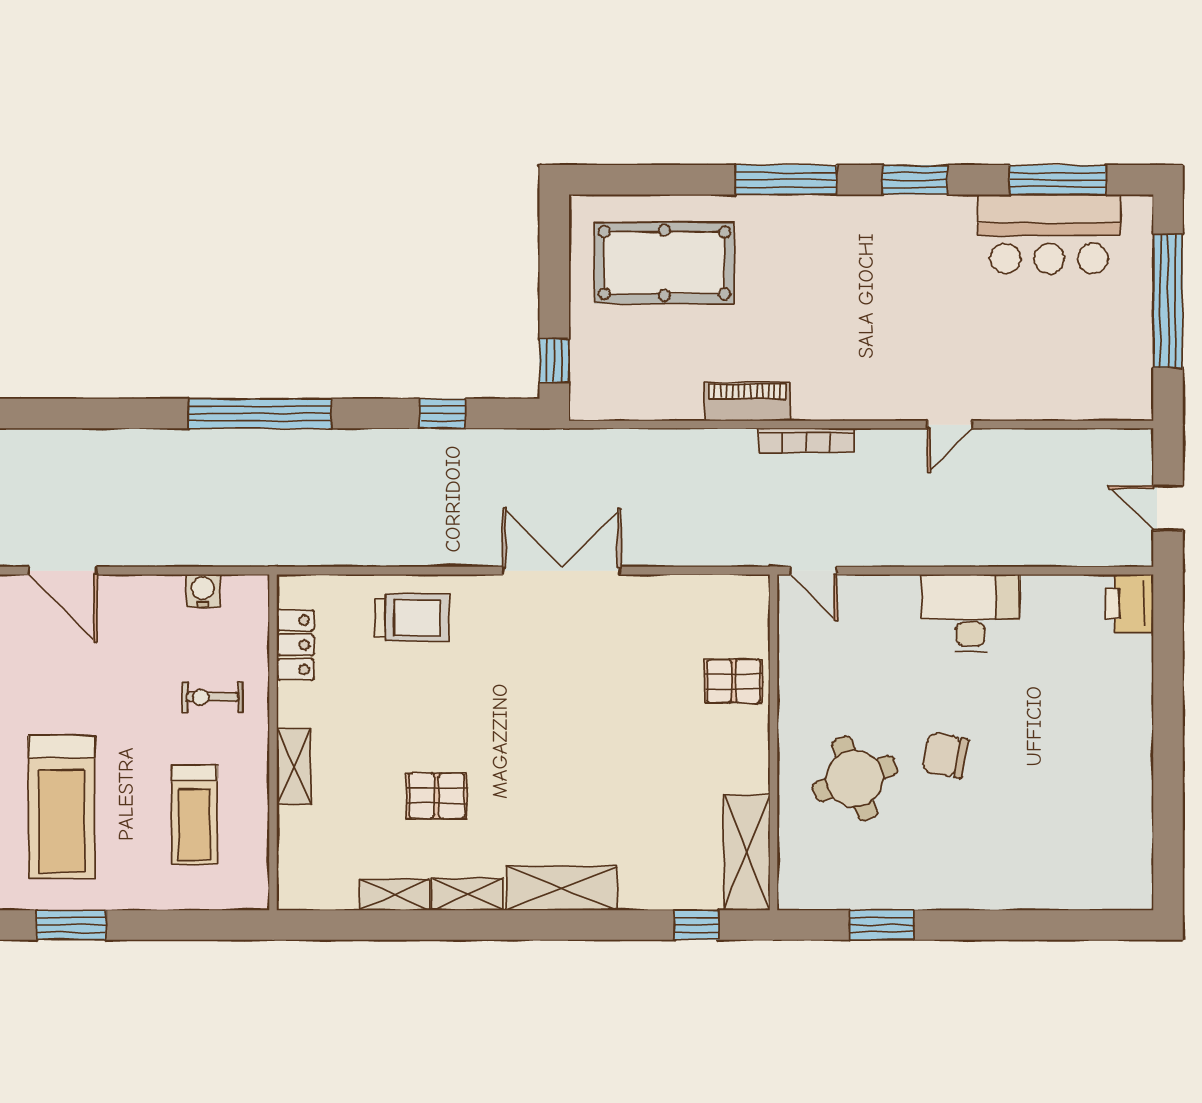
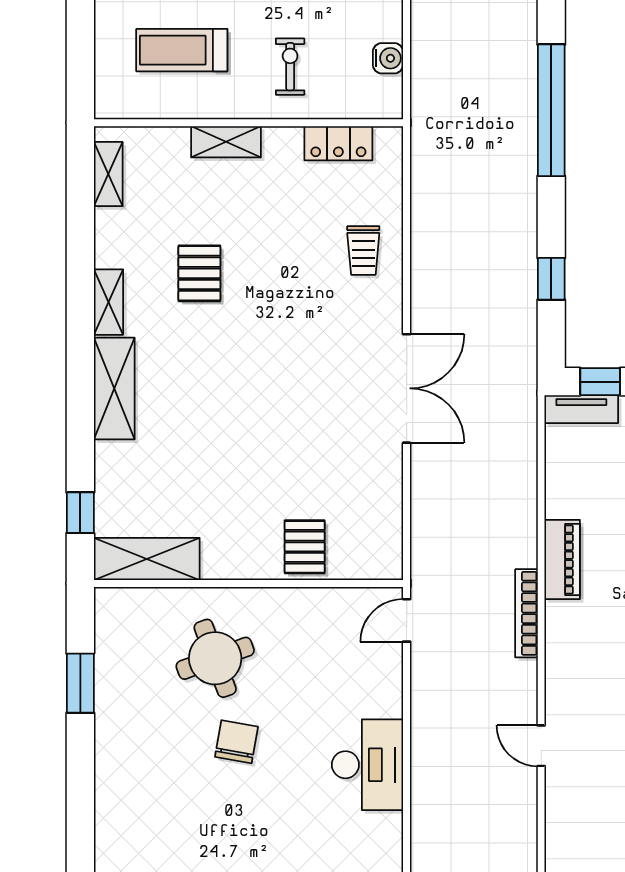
tv unit: (584, 381) -> (581, 409), added
trolley: (412, 618) -> (363, 250), width x0.73, depth x0.72
shelving: (395, 895) -> (108, 174), moved

